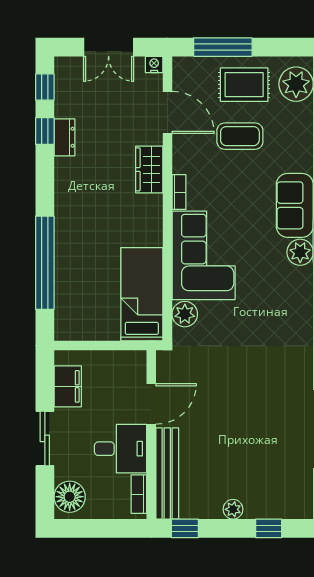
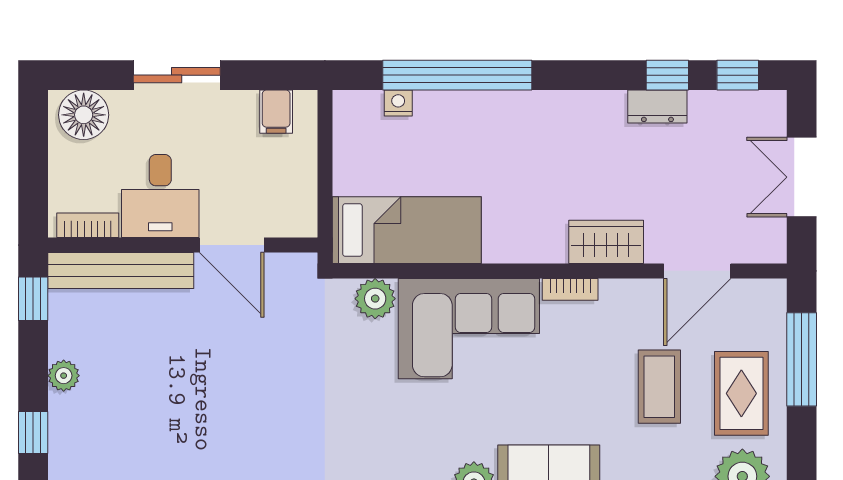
nightstand: (154, 64) -> (398, 103), moved, turned -90
filing cabinet: (68, 386) -> (276, 112), width x0.50

